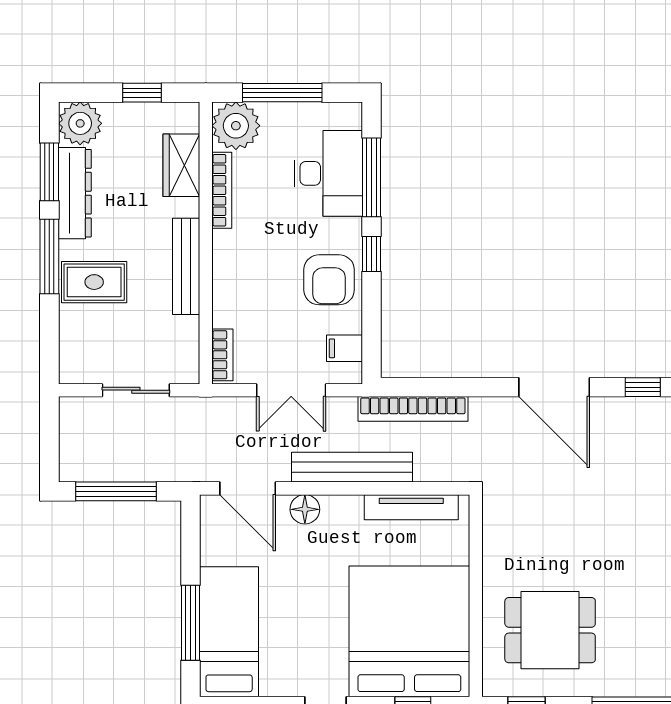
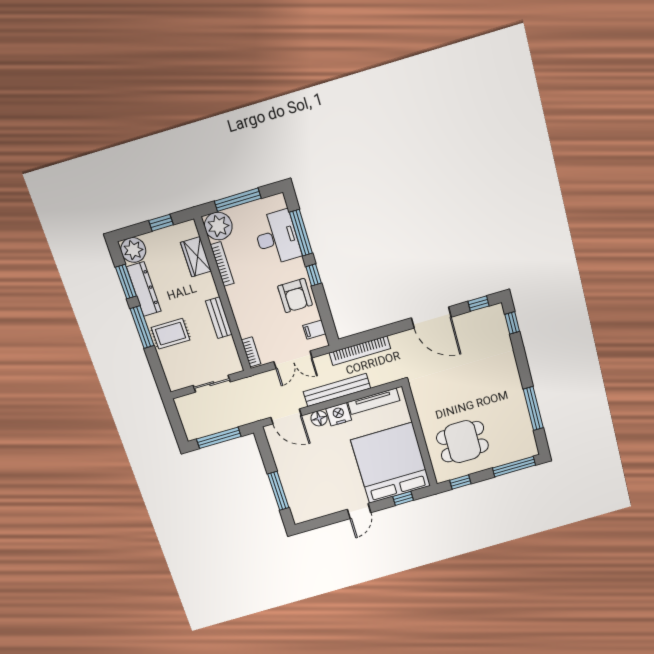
bench: (186, 266) -> (219, 318), width x0.73
nightstand: (342, 512) -> (339, 414), added
bed: (229, 632) -> (299, 490), removed

